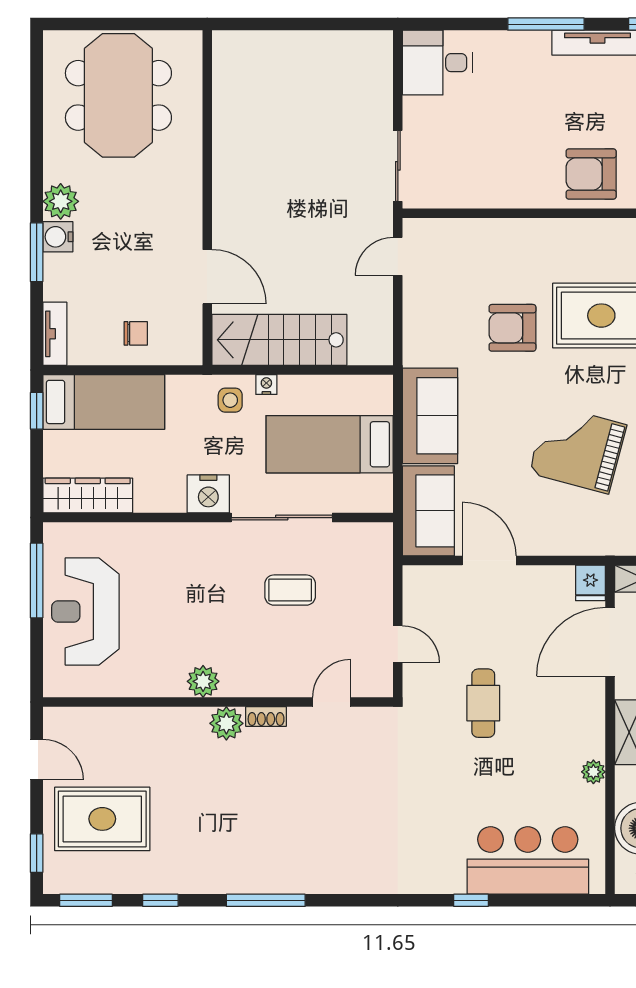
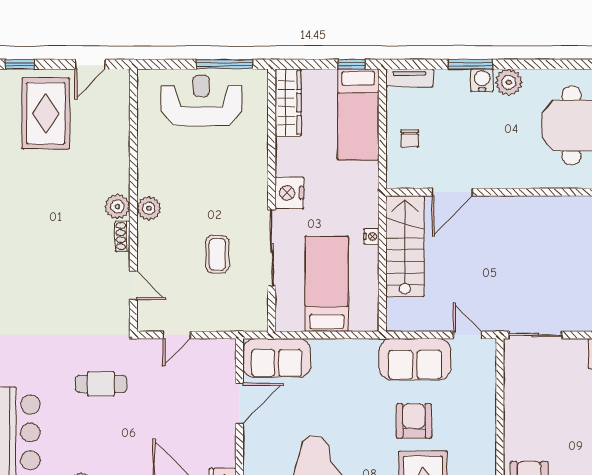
side table: (230, 400) -> (360, 209), removed
sofa: (430, 416) -> (415, 359), moved
plant: (203, 681) -> (149, 208), moved
cafe table: (483, 703) -> (101, 384), moved

